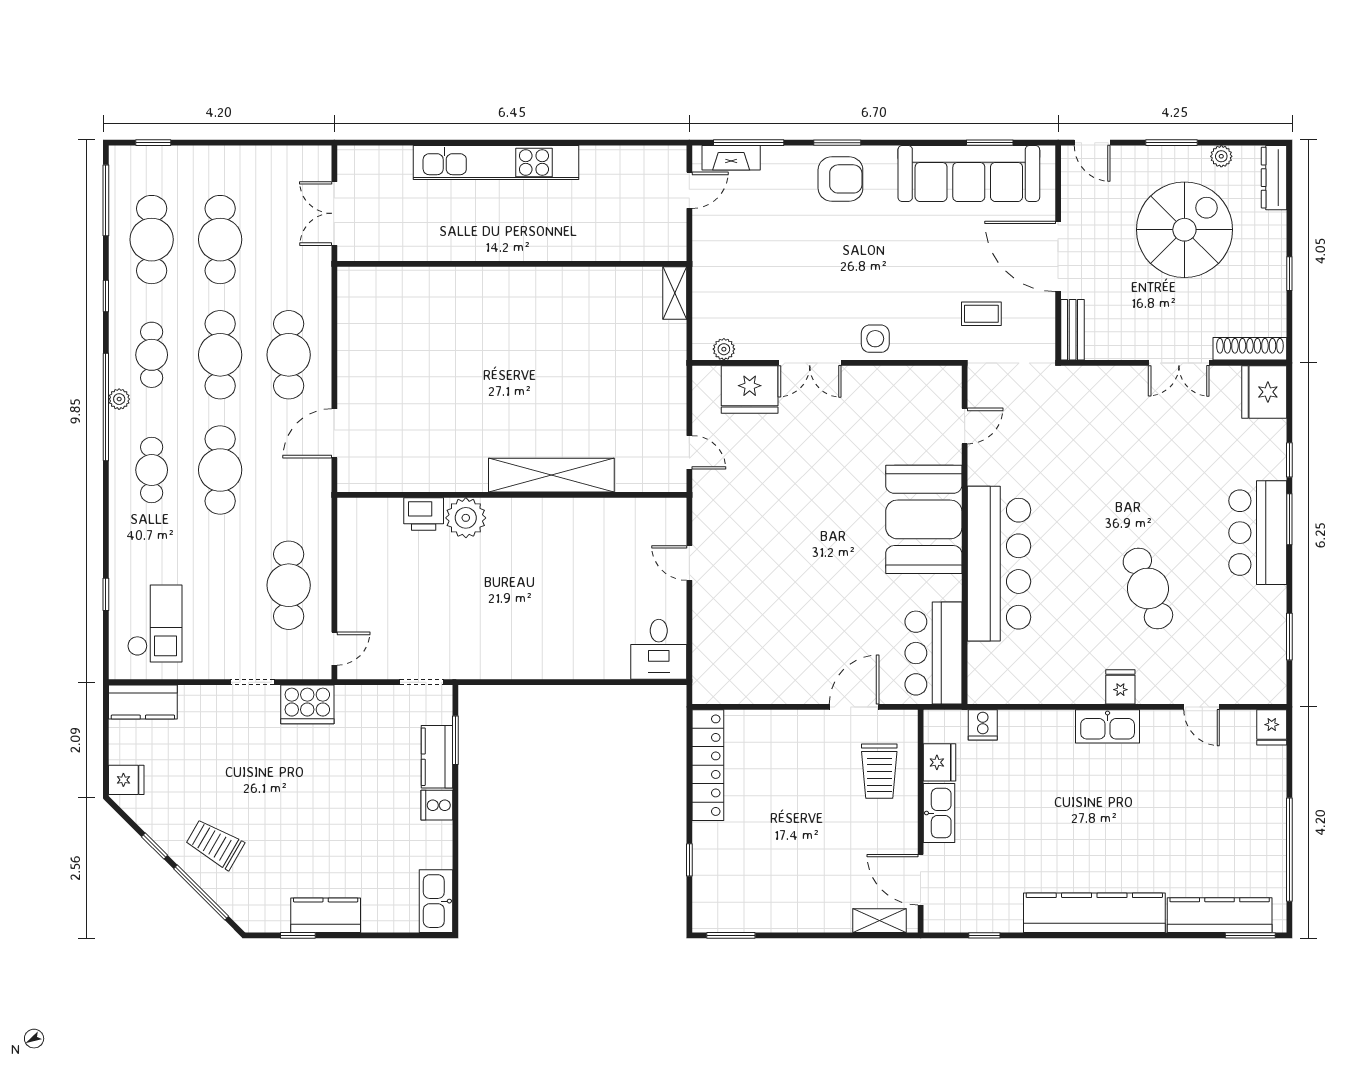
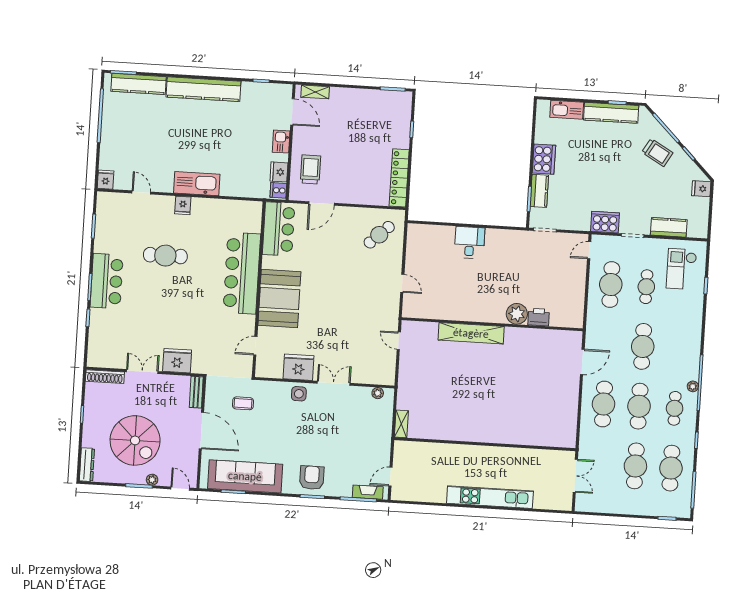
plant: (1221, 156) -> (152, 480), moved
armchair: (840, 179) -> (312, 478), turned 90
spiral stairs: (1184, 230) -> (135, 440), turned -90
fridge: (750, 390) -> (298, 367), moved
fridge: (1264, 392) -> (177, 361), moved, turned -90
cafe table: (152, 470) -> (646, 287), moved
cafe table: (1148, 588) -> (165, 256), turned -69
desk: (659, 649) -> (470, 243), moved
cafe table: (740, 654) -> (379, 235), added
kitchen counter: (143, 702) -> (669, 227), moved
cooker: (983, 725) -> (278, 190), moved, turned -90
kitchen sink: (1108, 726) -> (197, 184), width x1.36, depth x1.24
cooker: (437, 805) -> (544, 159), width x1.87, depth x1.31
kitchen sink: (939, 813) -> (281, 142), width x0.73
kitchen sink: (436, 901) -> (567, 110), moved, turned 90
kitchen counter: (326, 915) -> (611, 113), width x1.50

